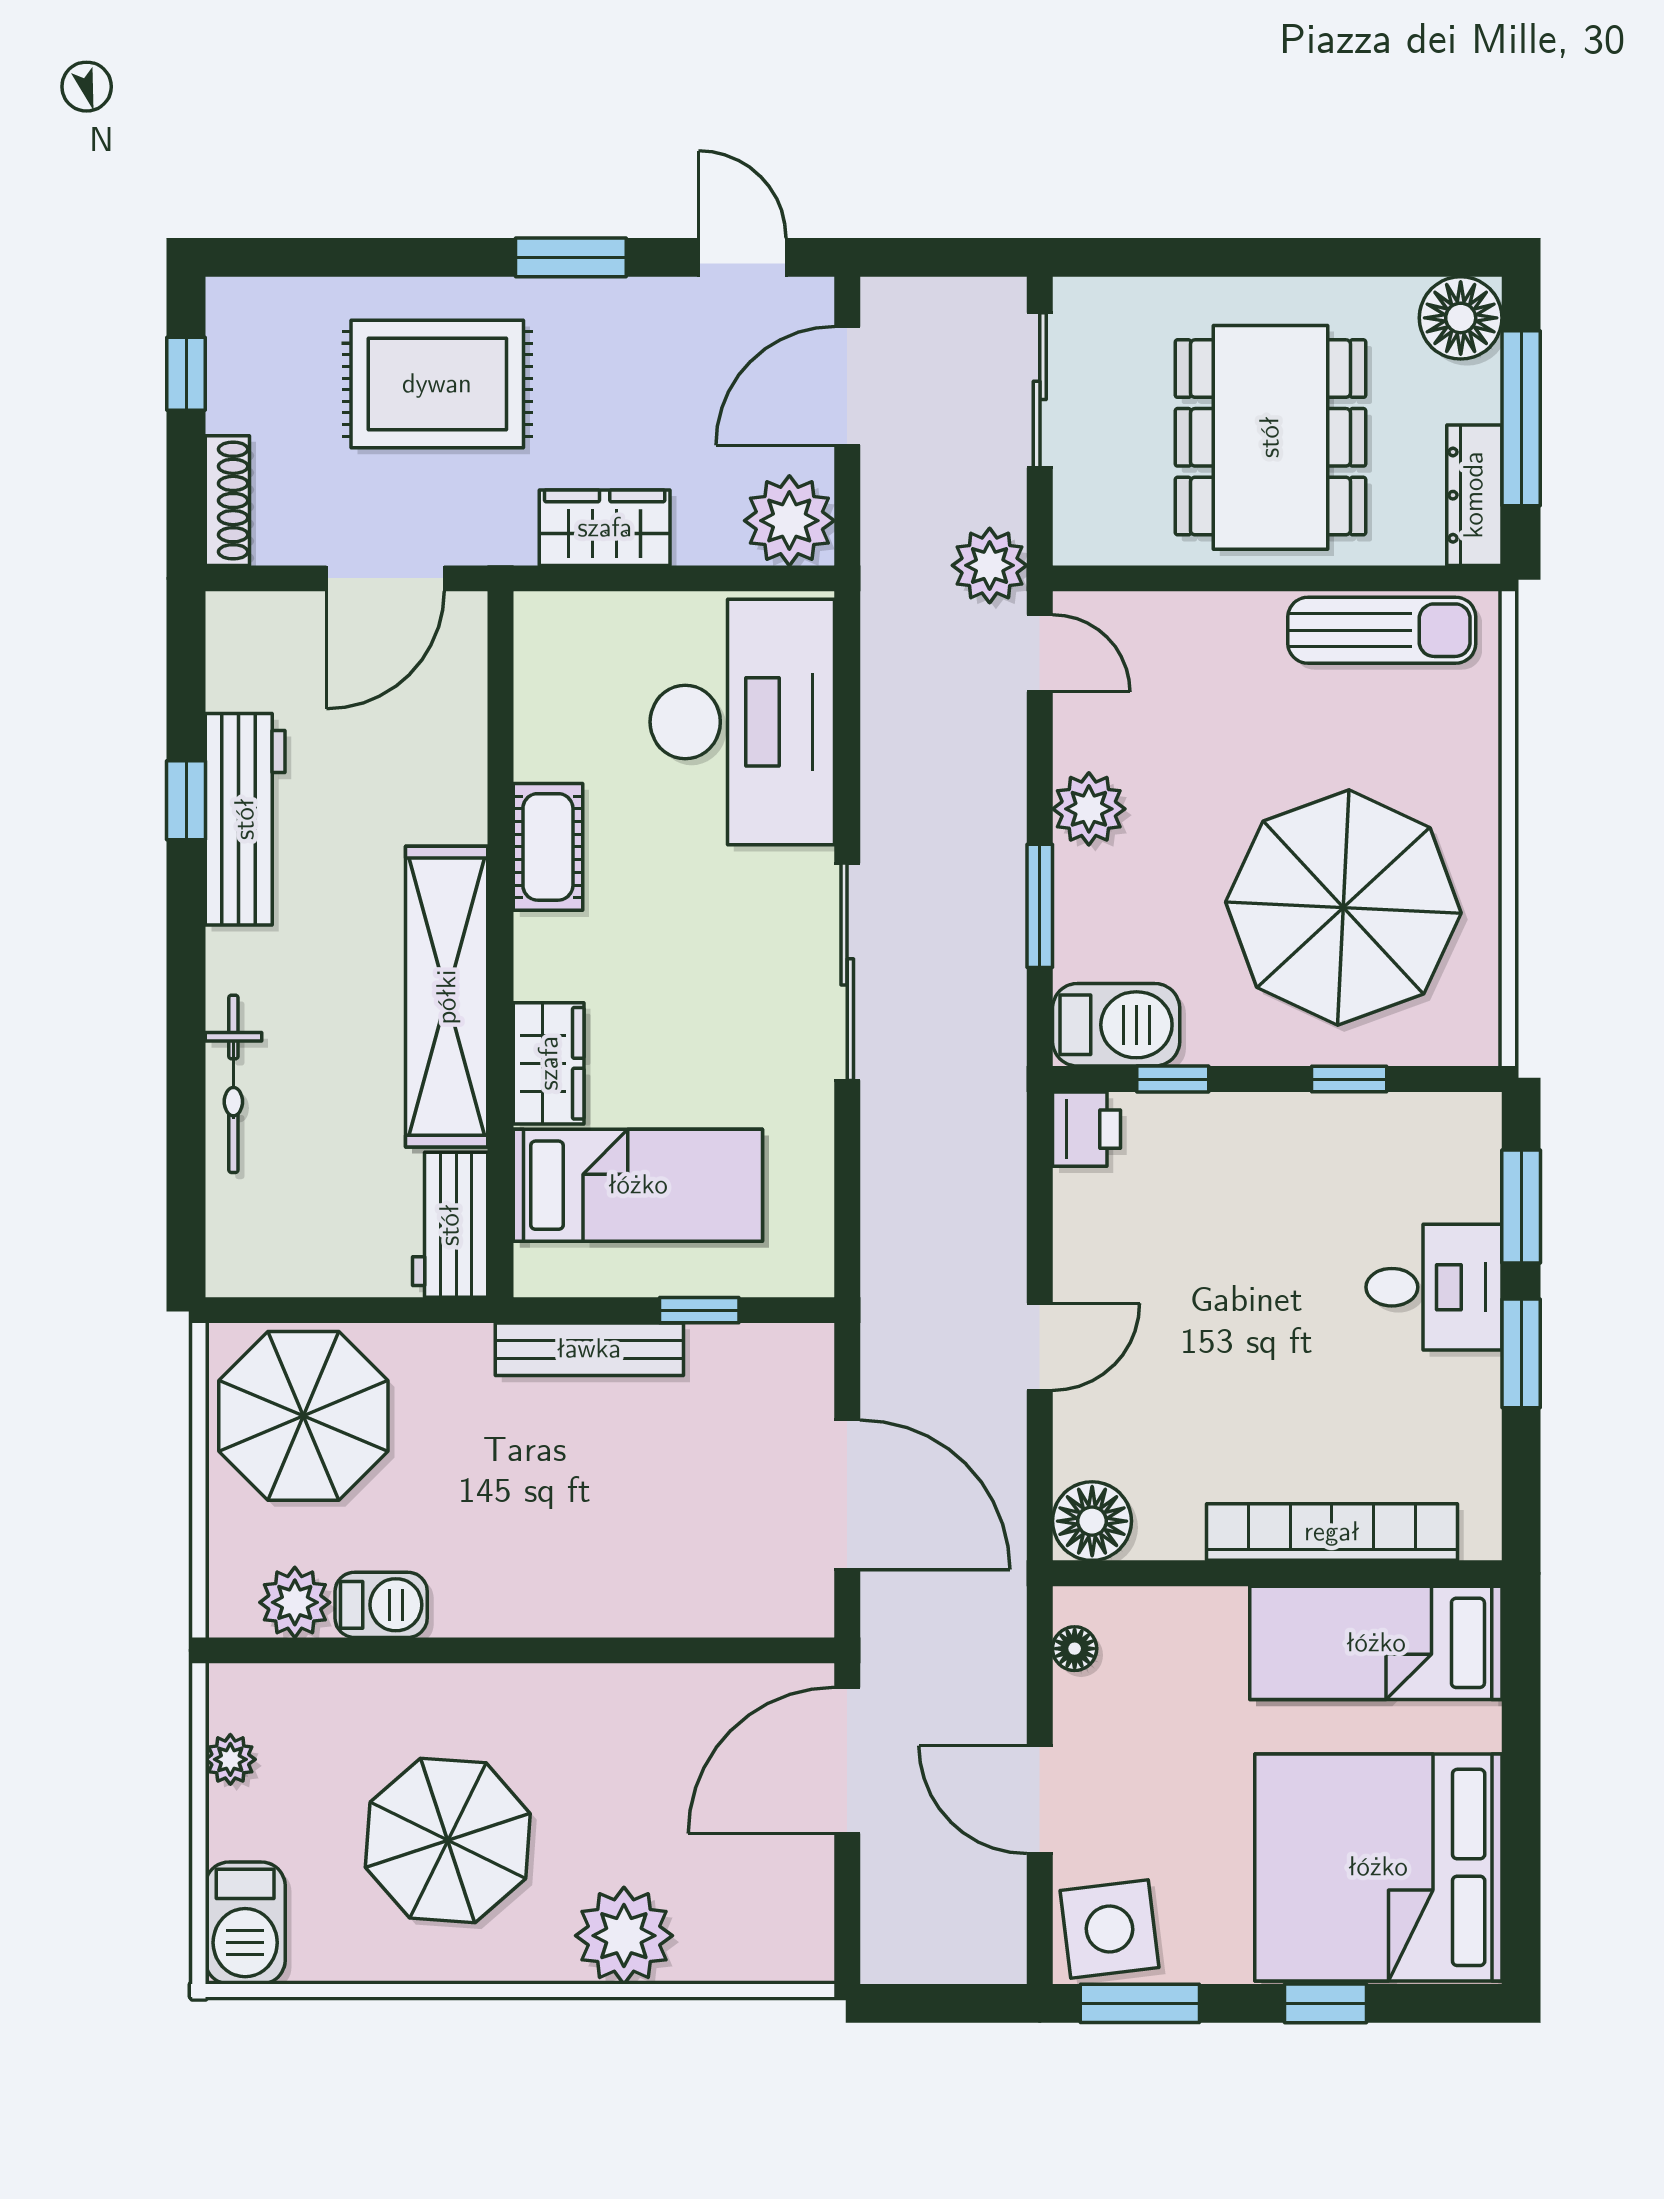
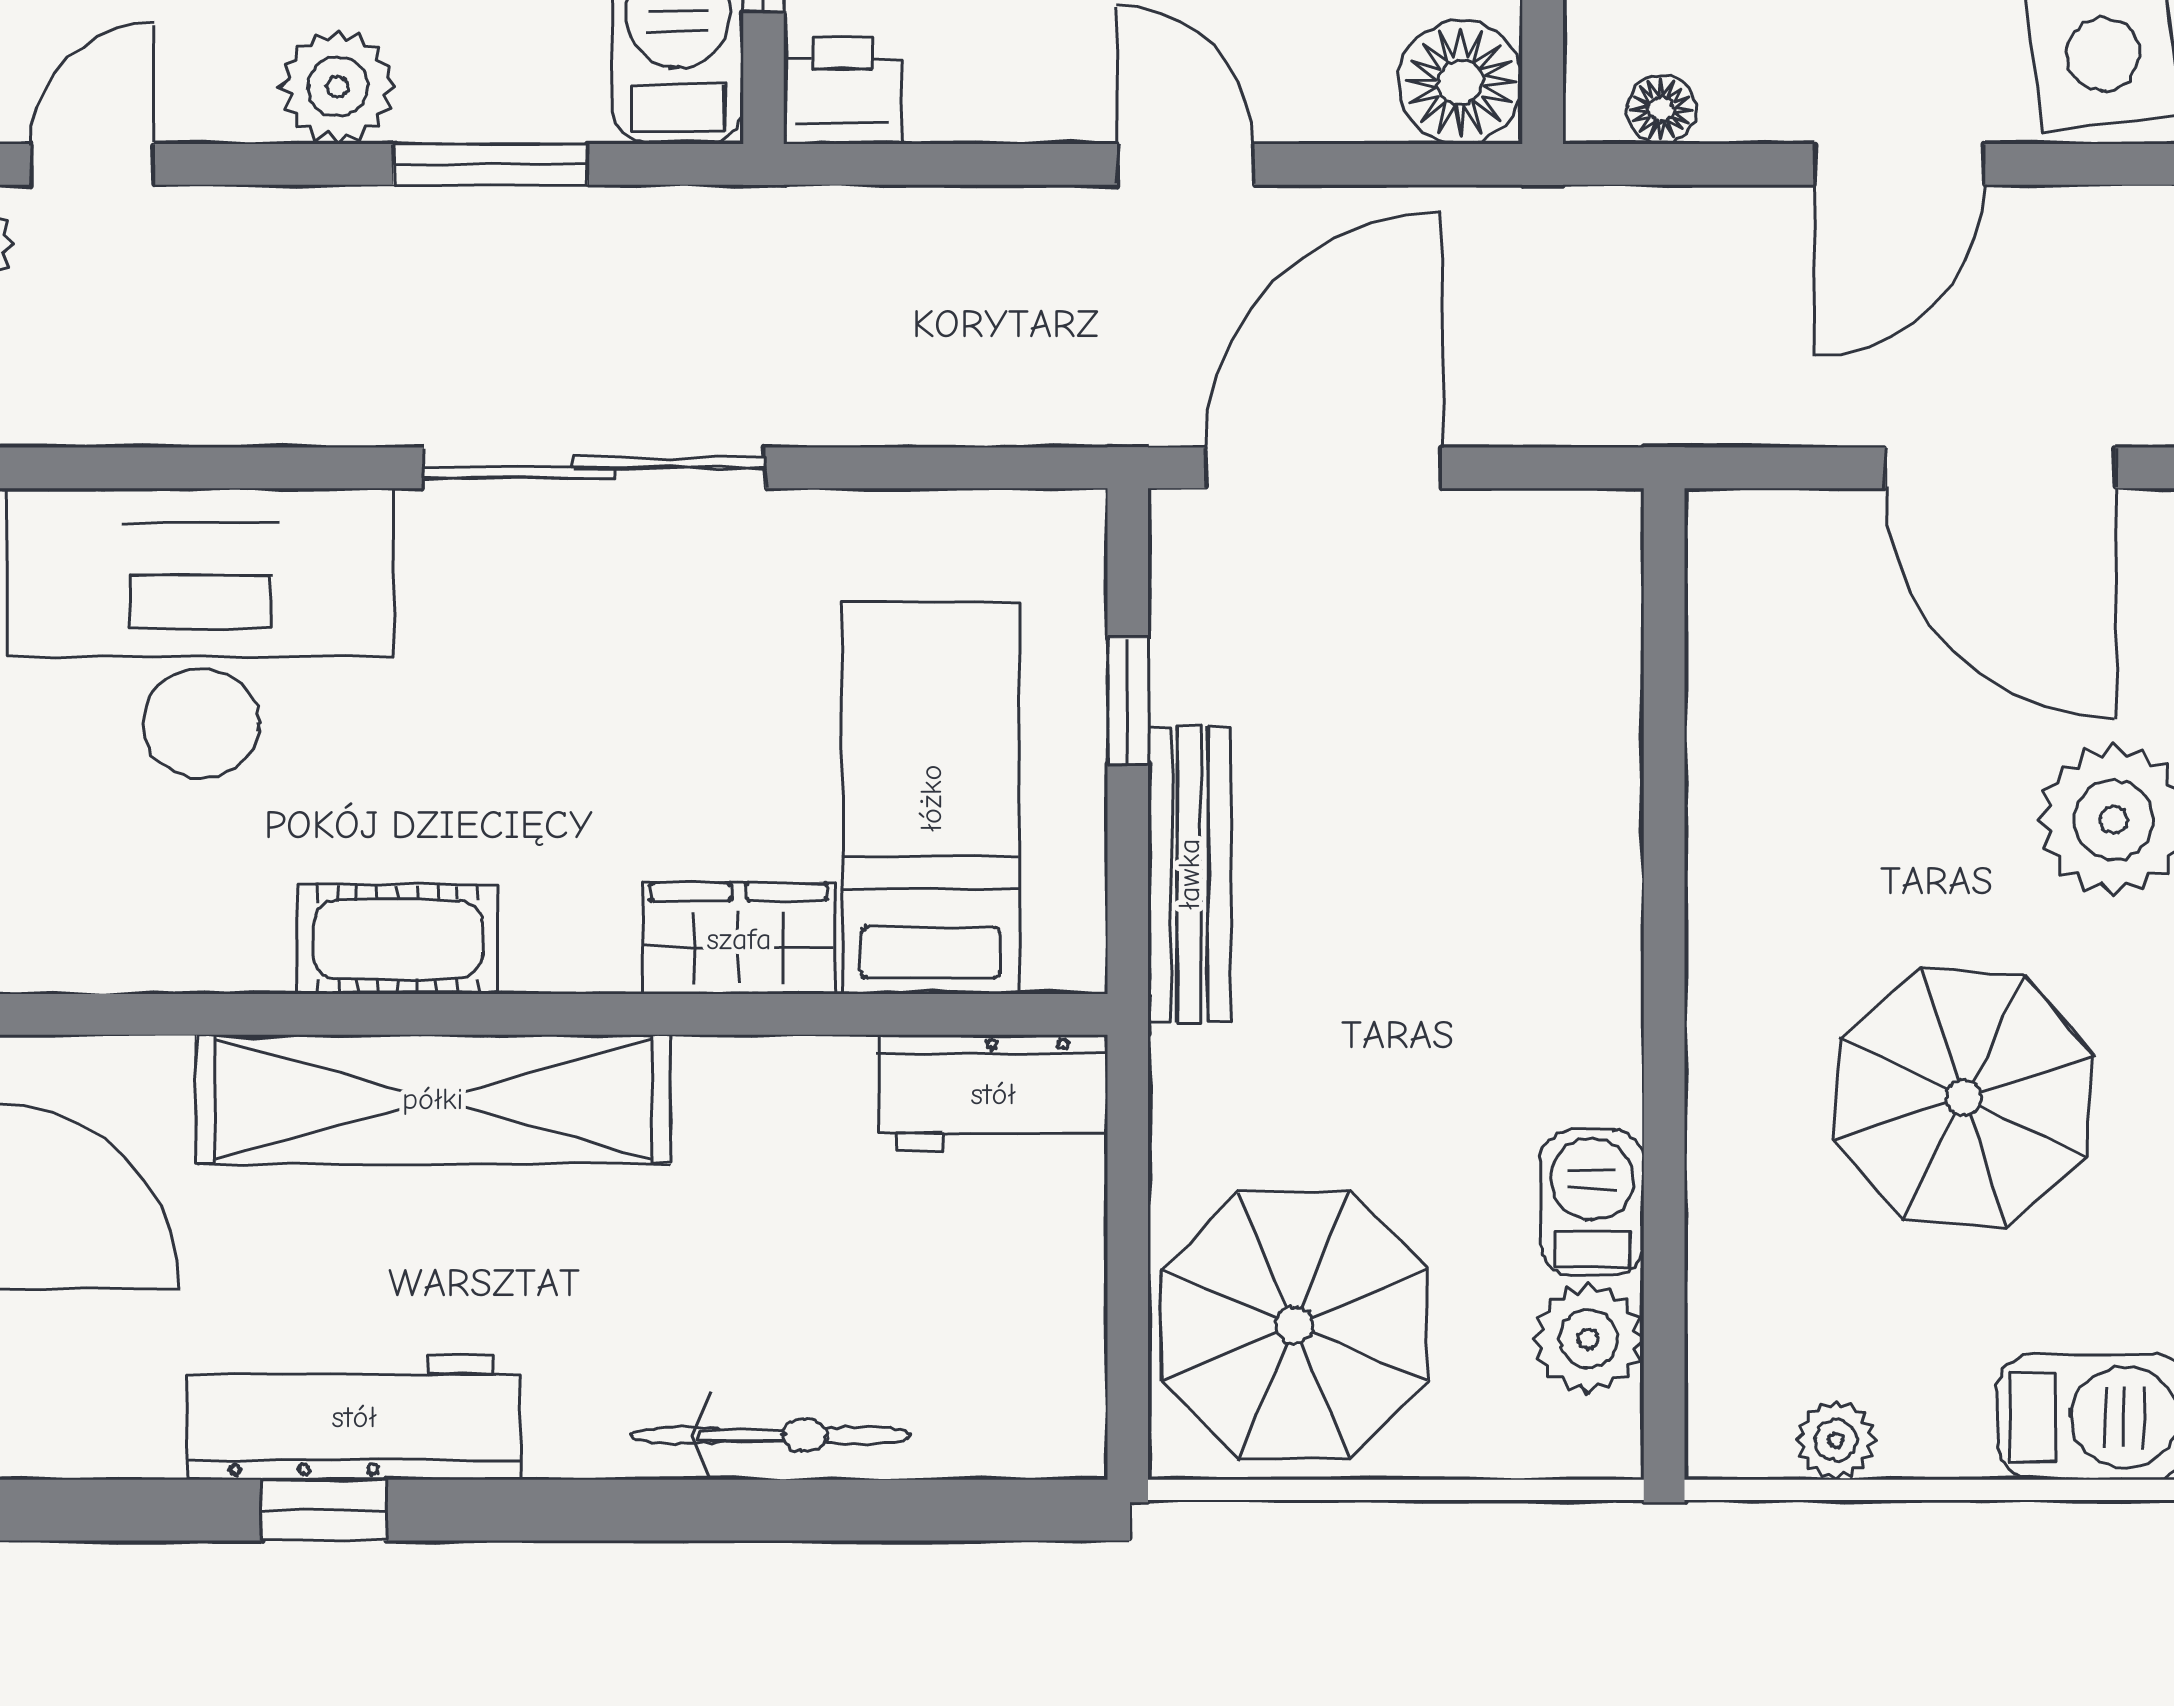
shelving: (447, 997) -> (433, 1099), moved
door: (847, 1495) -> (1323, 468), moved
door: (847, 1761) -> (2001, 468), moved

